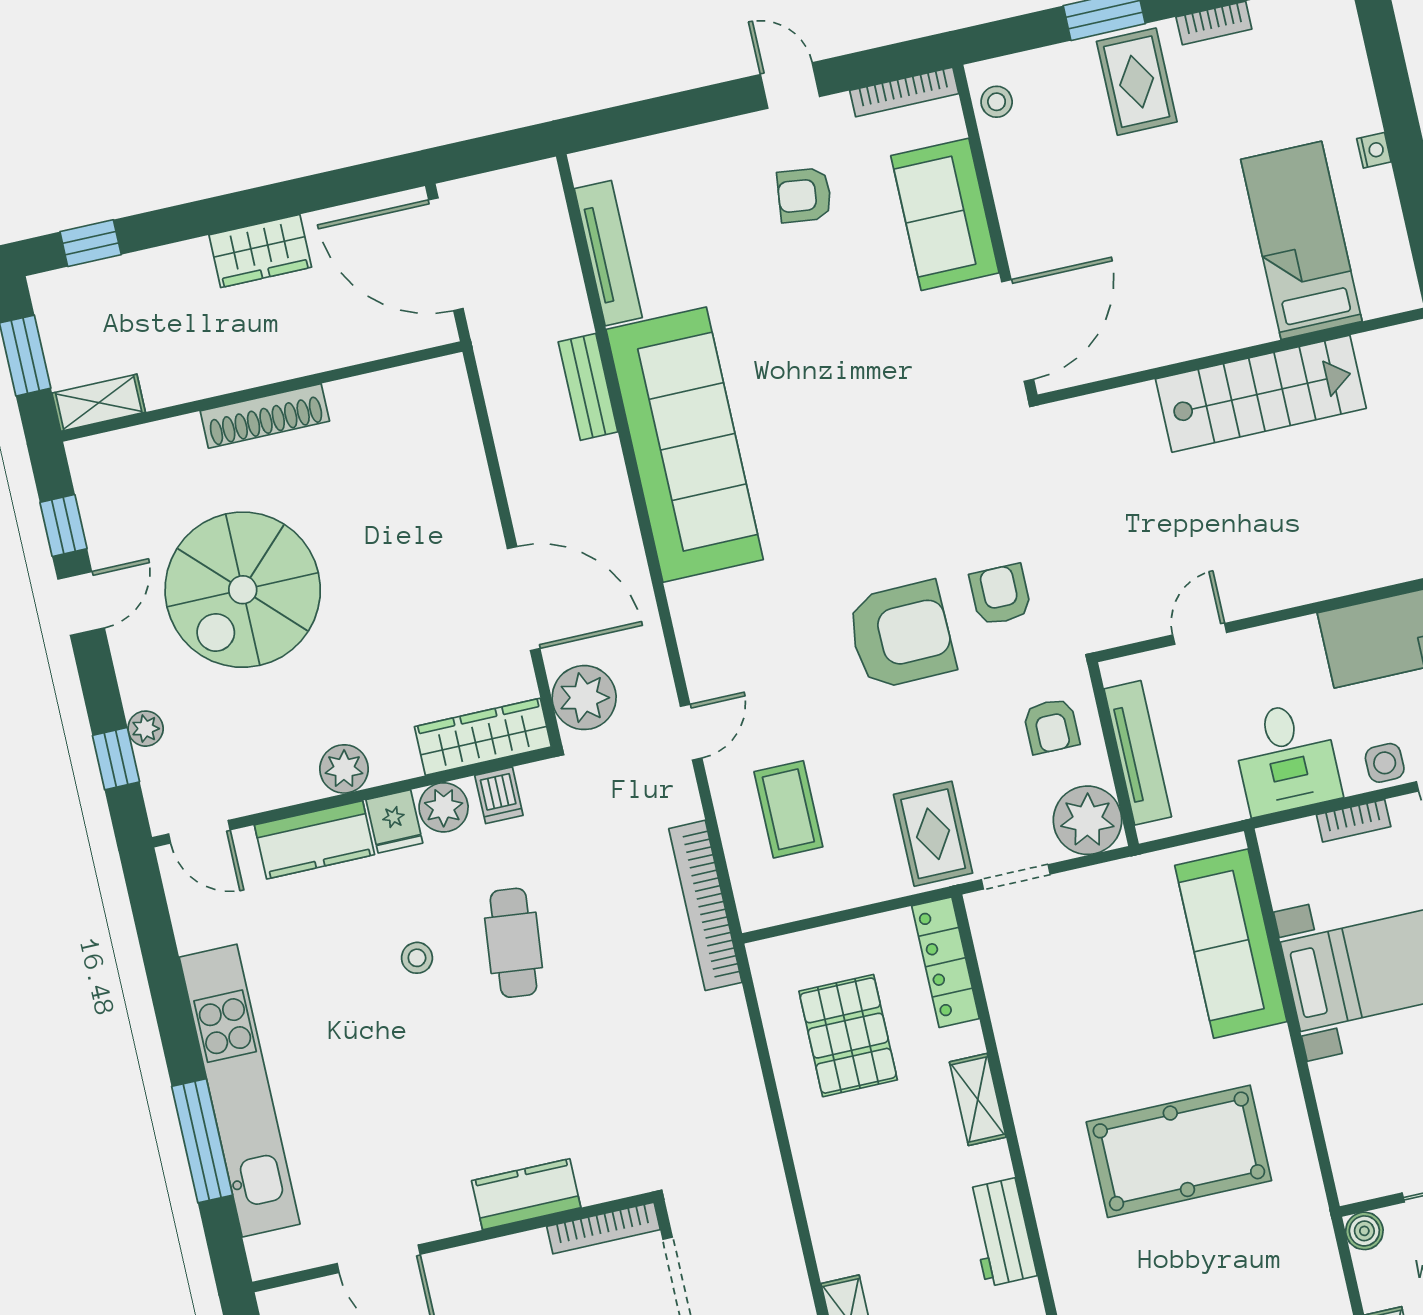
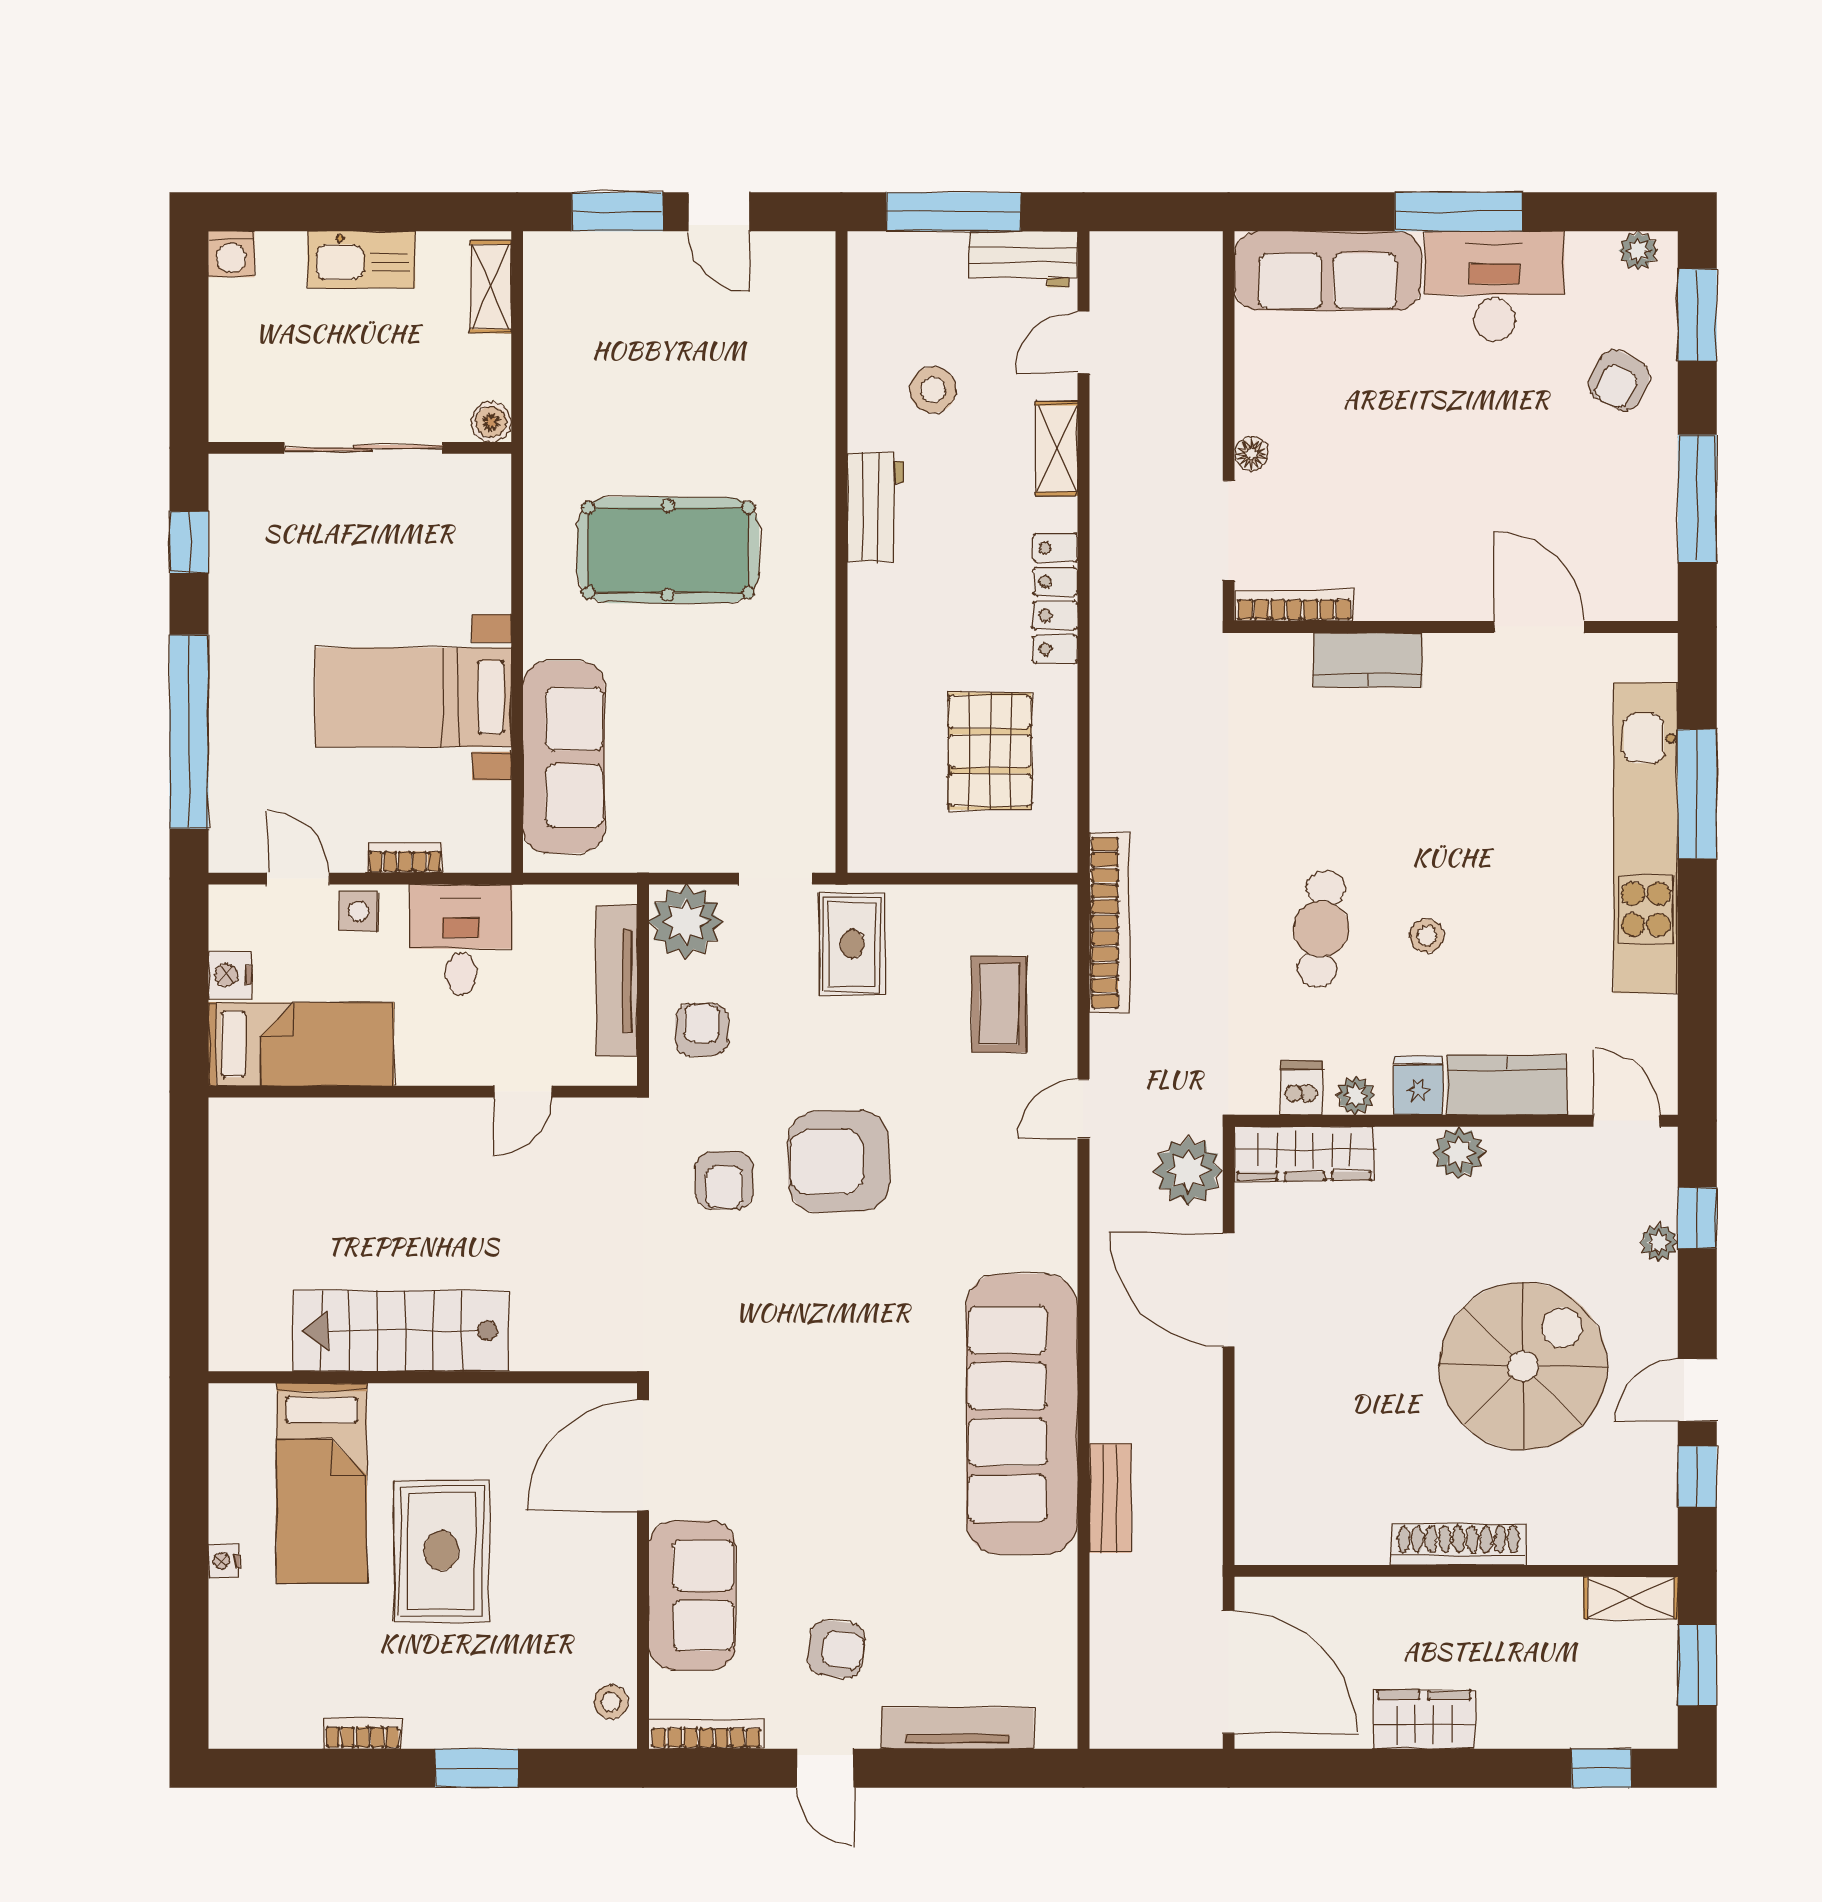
rug: (1137, 82) -> (441, 1551), moved, width x1.36, depth x1.43
tv unit: (608, 253) -> (957, 1728), moved, turned 90
plant: (444, 807) -> (1356, 1096), width x0.73, depth x0.73
locker: (945, 962) -> (1055, 598), moved, turned 180
shelving: (978, 1099) -> (868, 653), removed

